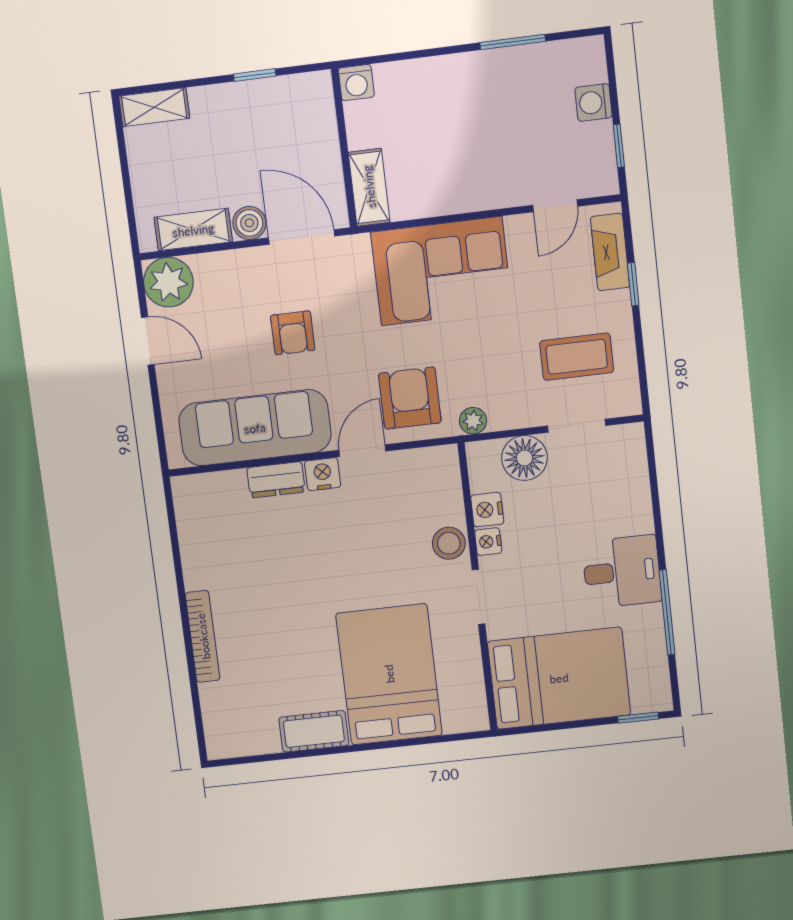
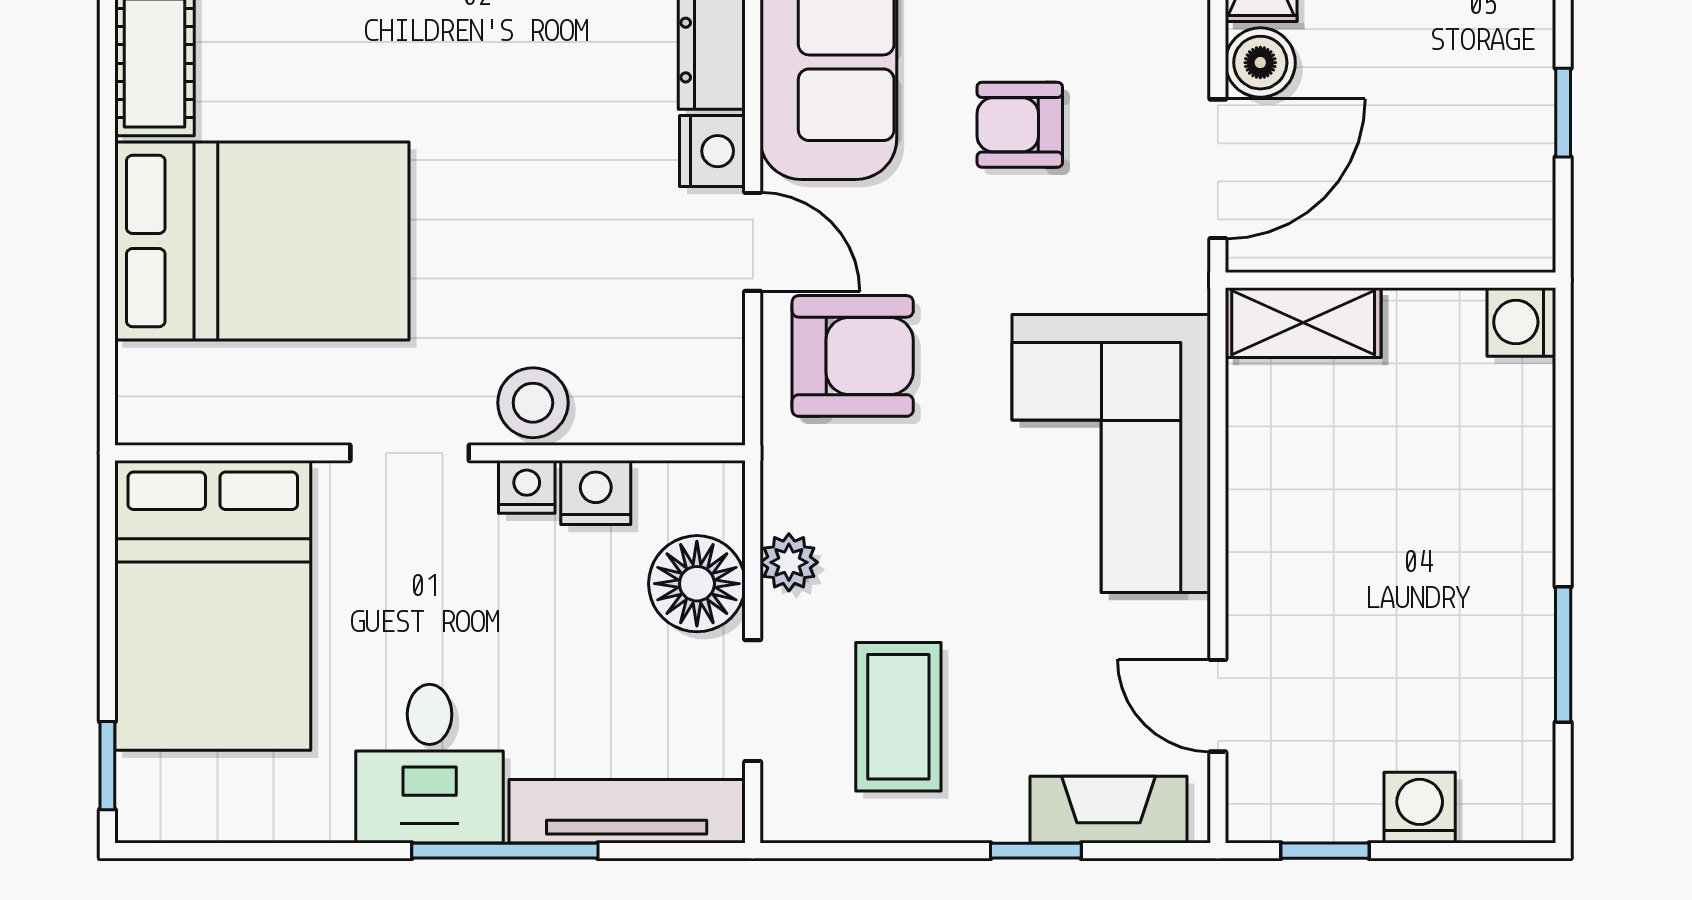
plant: (473, 421) -> (789, 562), moved
tv unit: (635, 478) -> (627, 811), added
window: (667, 612) -> (505, 851), moved

